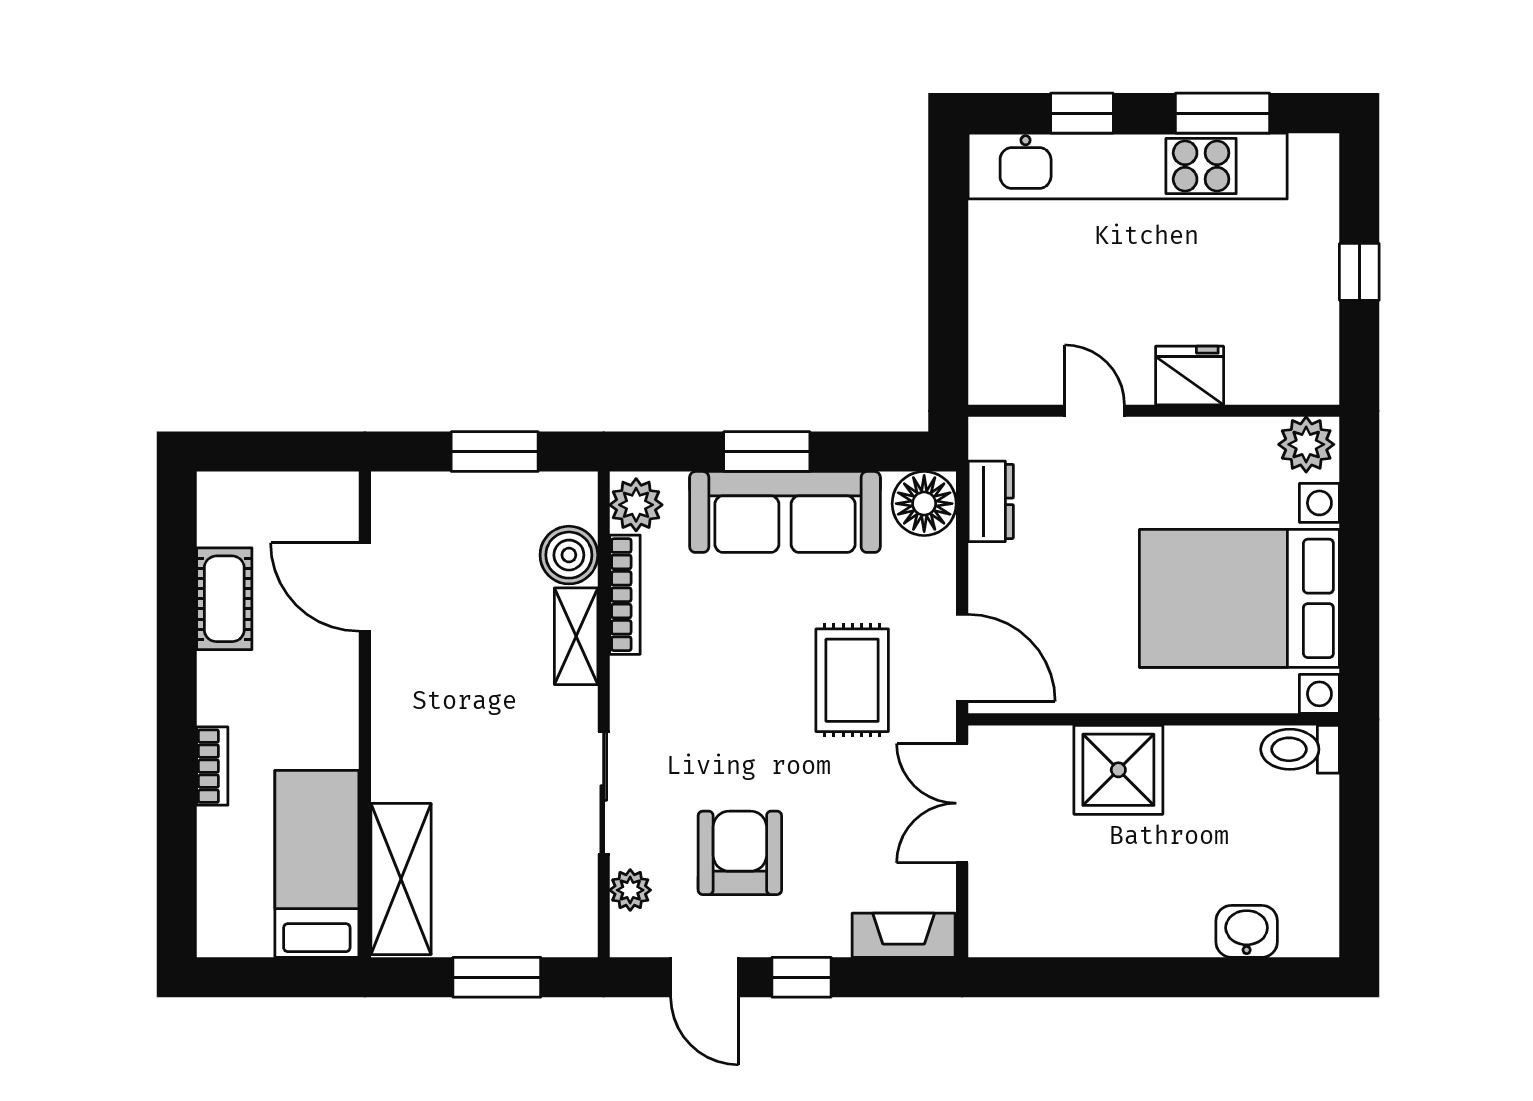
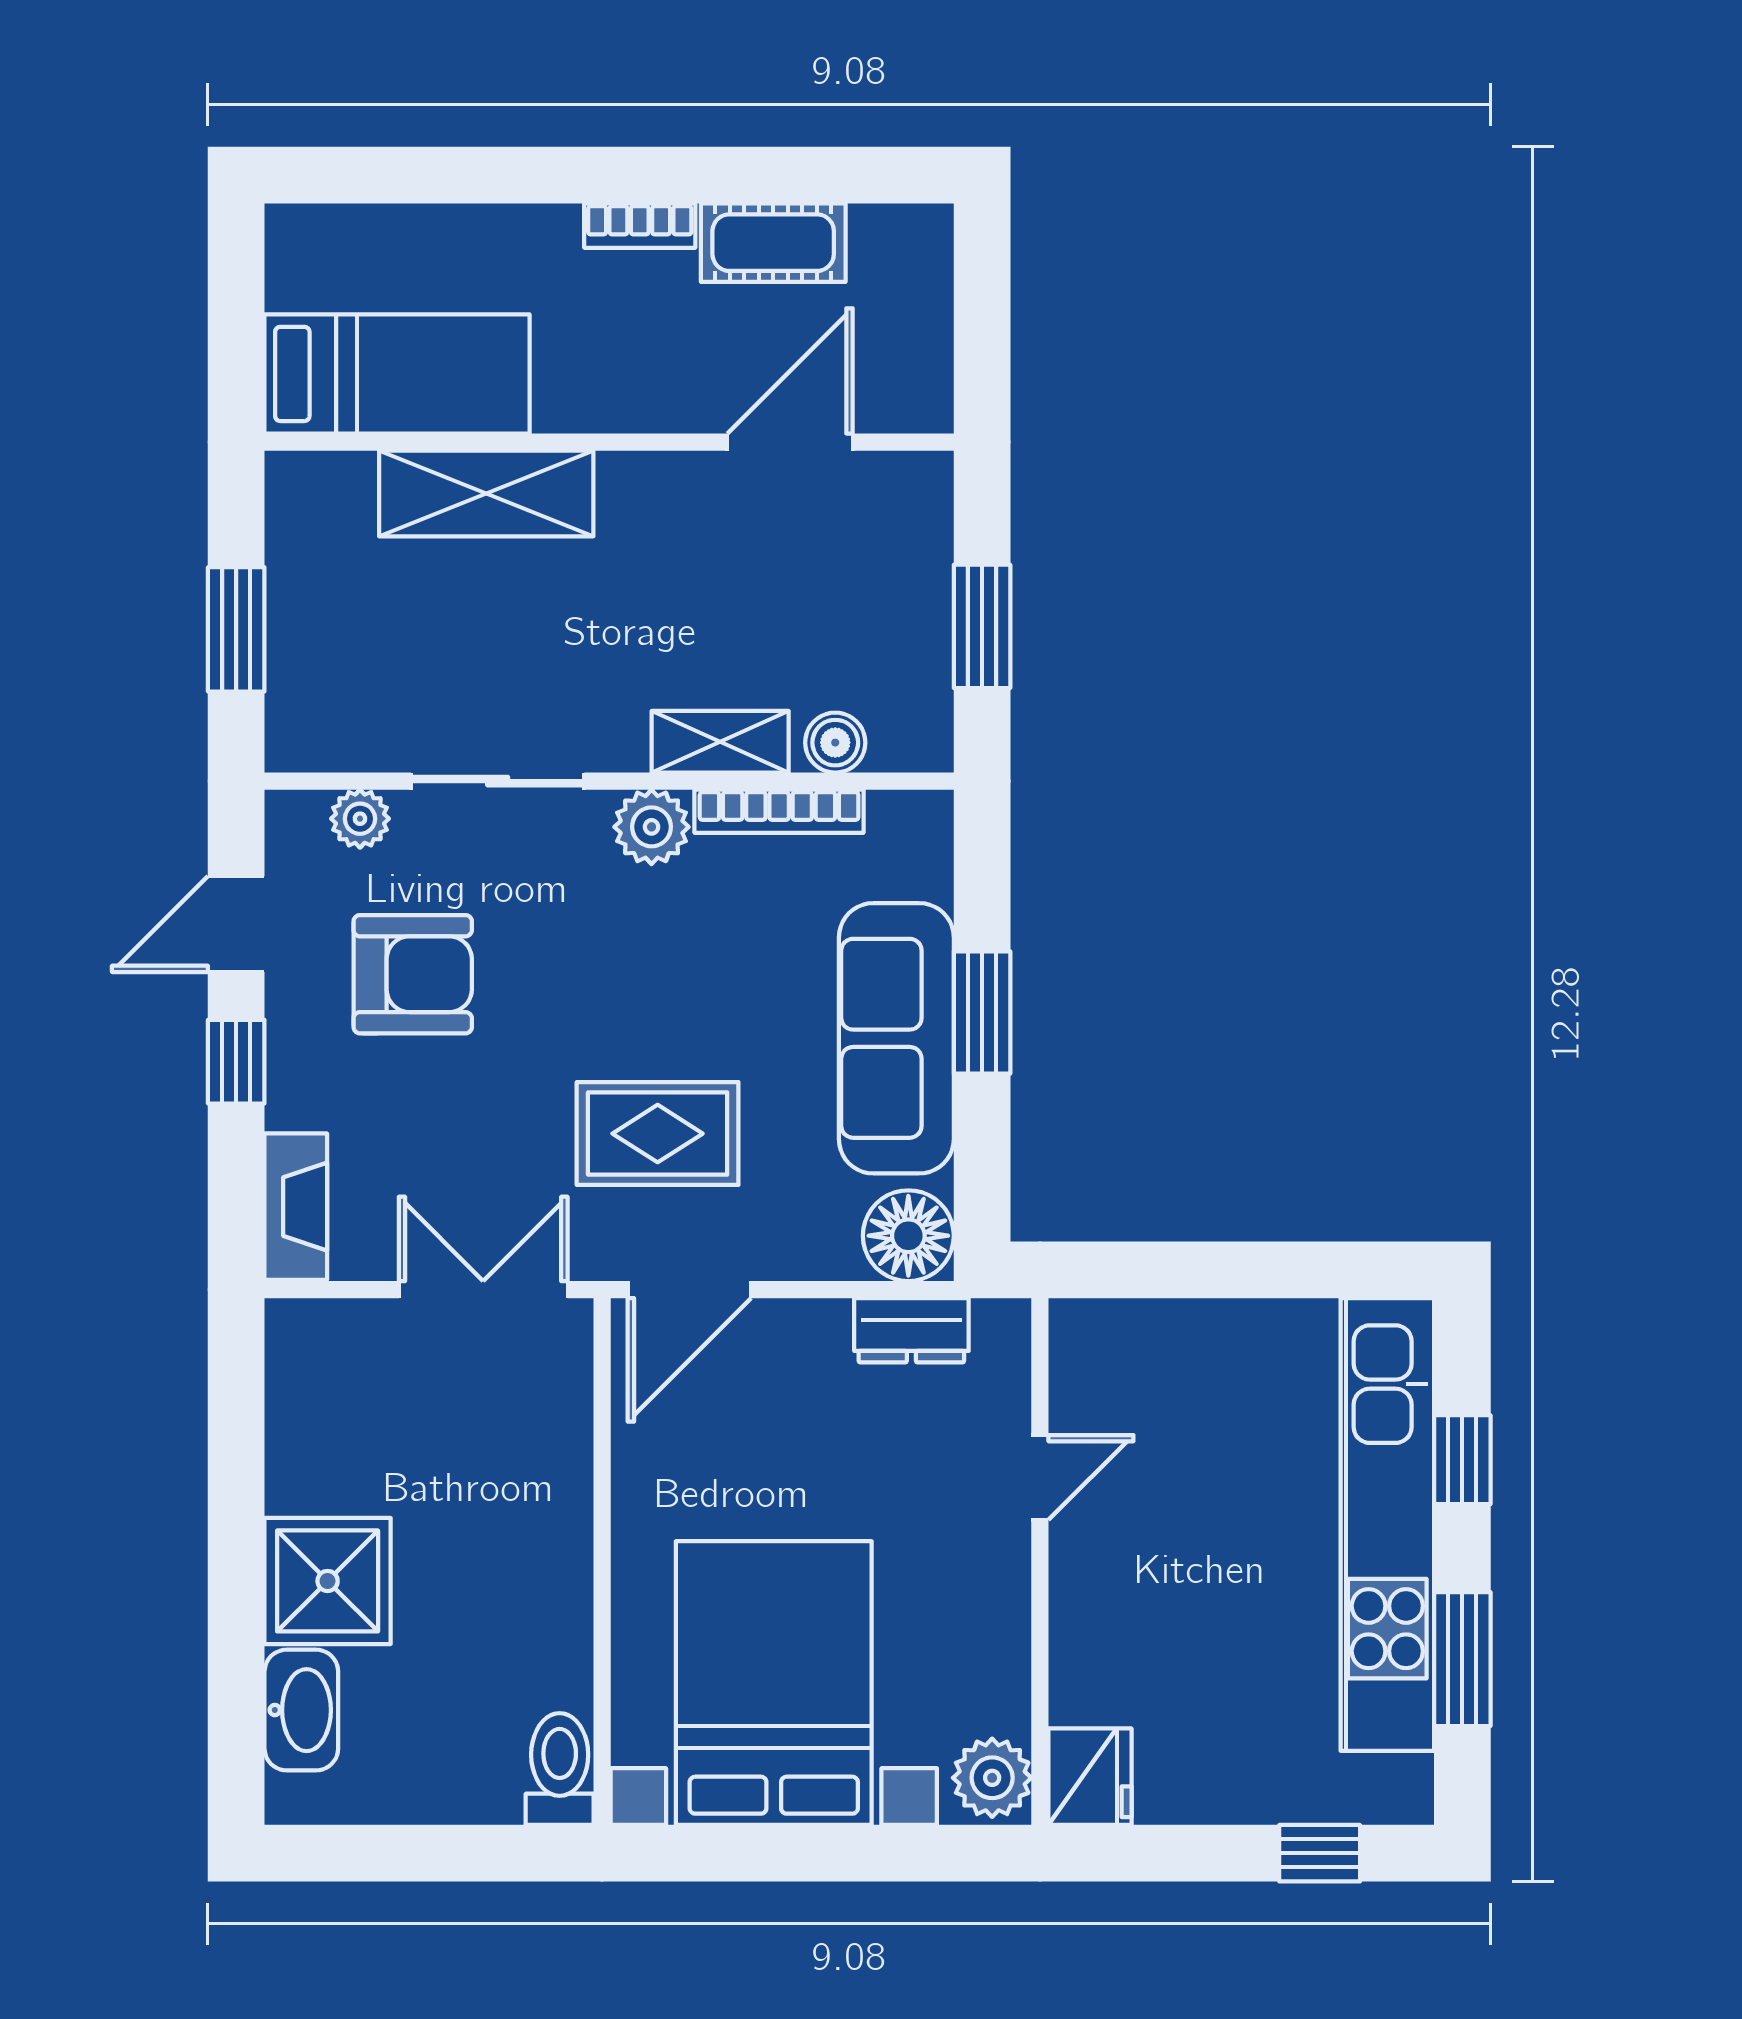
window: (1359, 272) -> (1320, 1853), moved
fridge: (1190, 375) -> (1090, 1777), moved
plant: (636, 505) -> (652, 827), moved
boiler: (569, 555) -> (835, 743), width x0.73, depth x0.73
bookcase: (212, 766) -> (640, 226), moved
shower: (1118, 770) -> (328, 1581), moved
shelving: (401, 879) -> (486, 493), moved
washbasin: (1247, 931) -> (301, 1710), width x1.38

